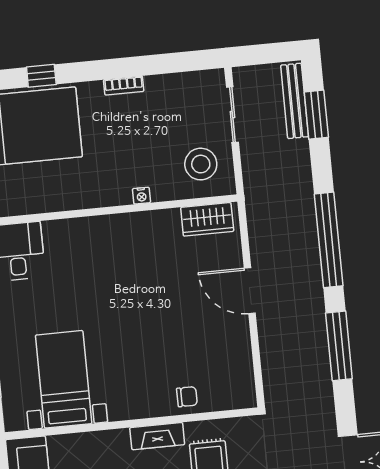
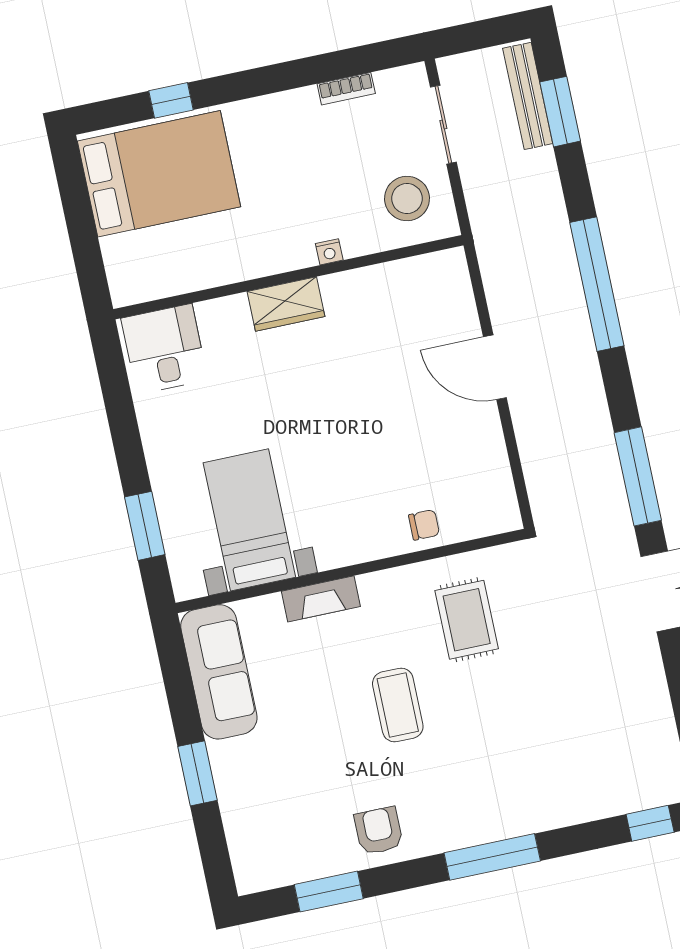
bookcase: (124, 86) -> (346, 89), moved
wardrobe: (207, 219) -> (286, 304), moved
window: (339, 346) -> (638, 476), moved
fireplace: (157, 436) -> (321, 599), moved

